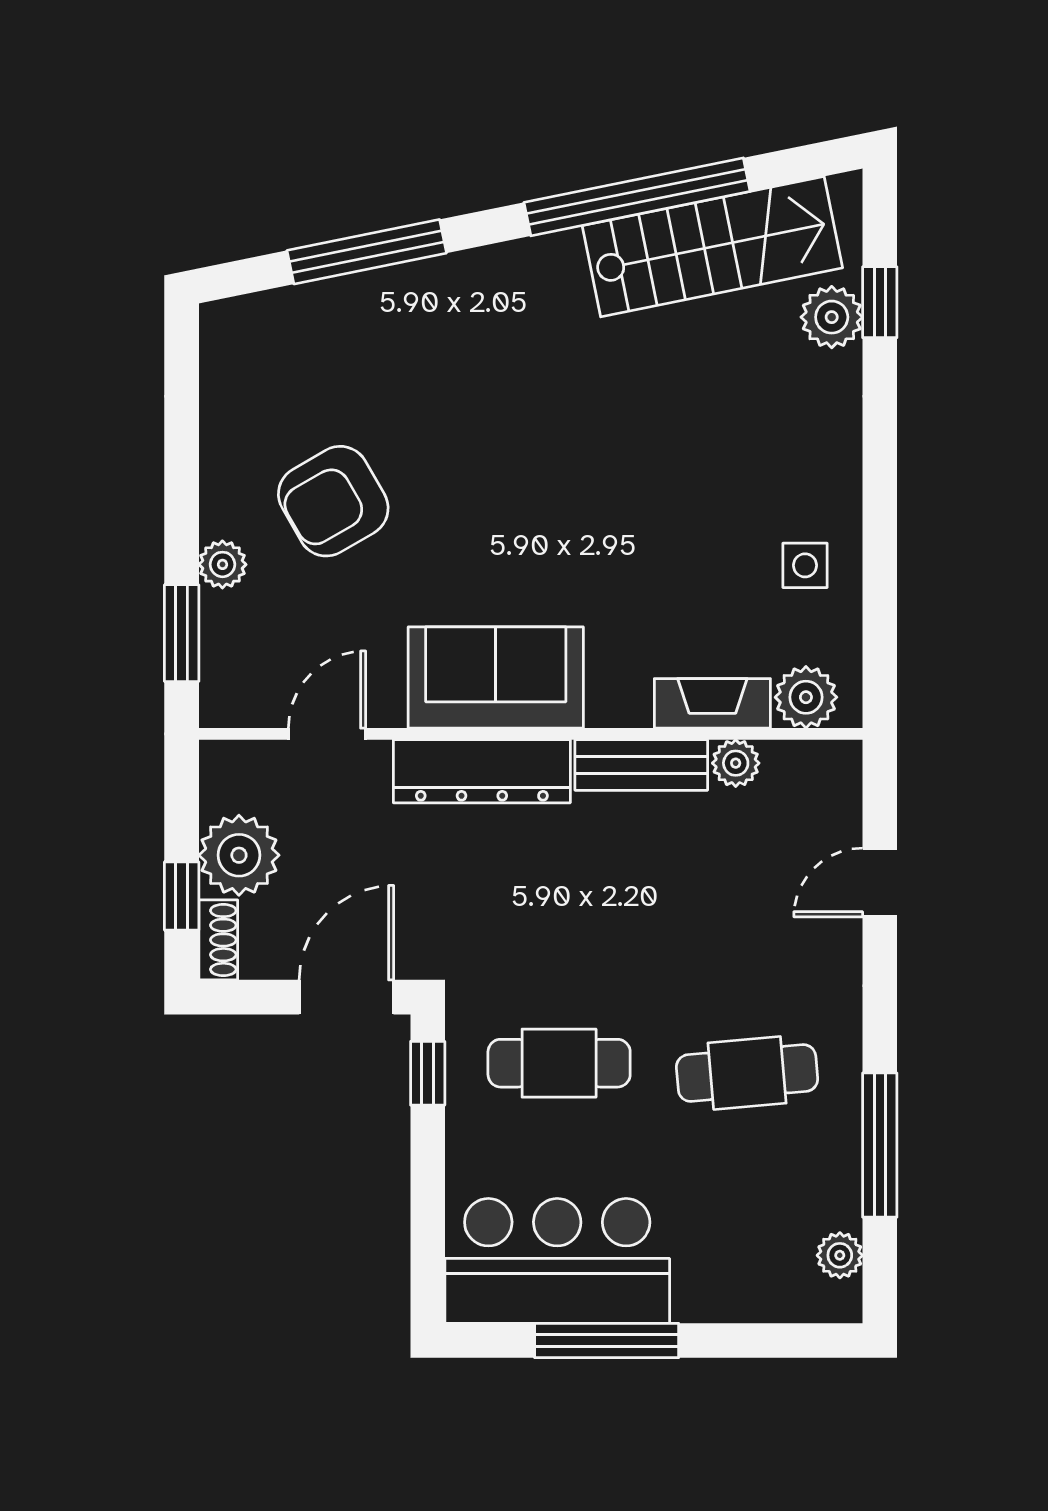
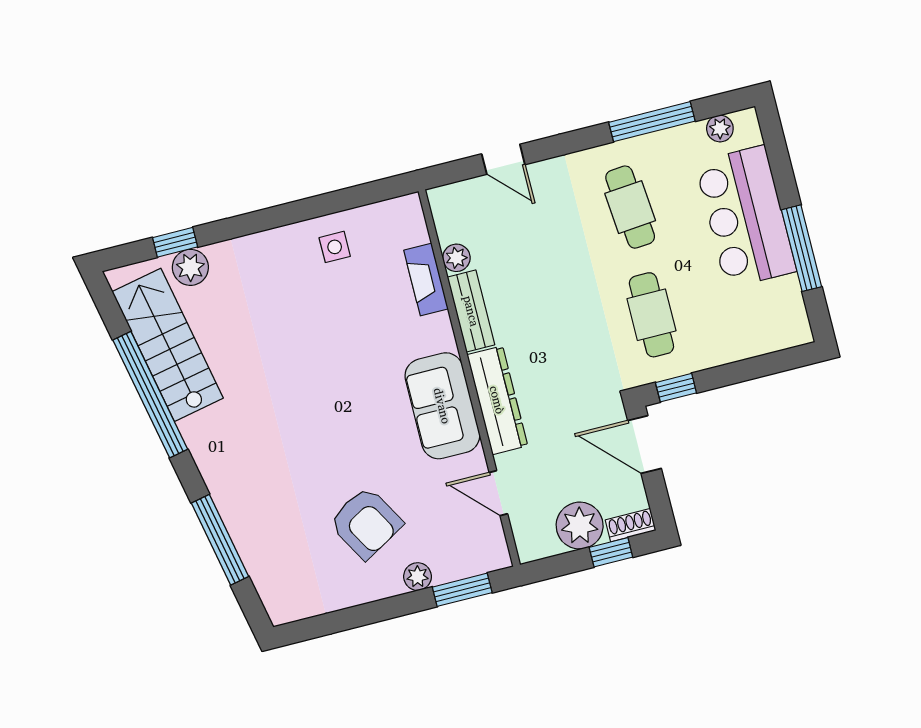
plant: (806, 697) -> (409, 227), removed
bar counter: (557, 1261) -> (746, 217), moved

